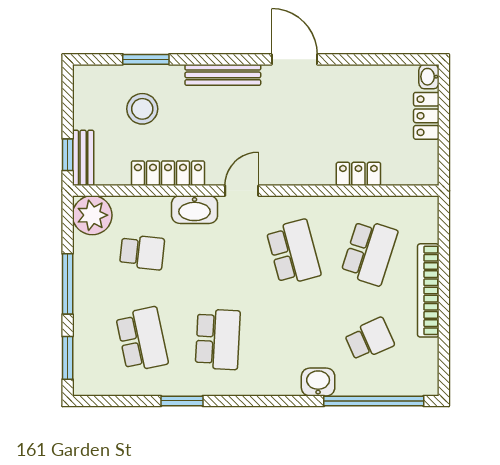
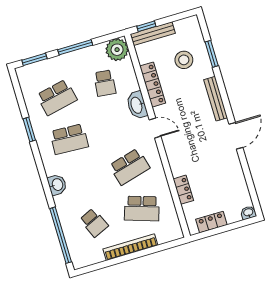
locker: (426, 116) -> (211, 222), moved
bench: (83, 158) -> (153, 34), width x1.36
washbasin: (318, 382) -> (57, 185), moved

